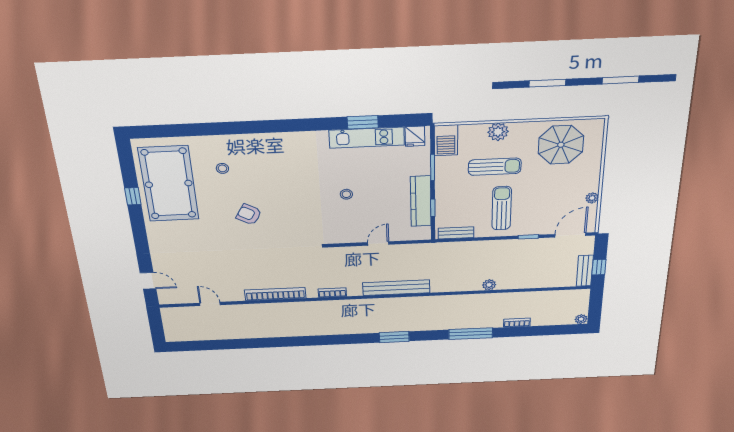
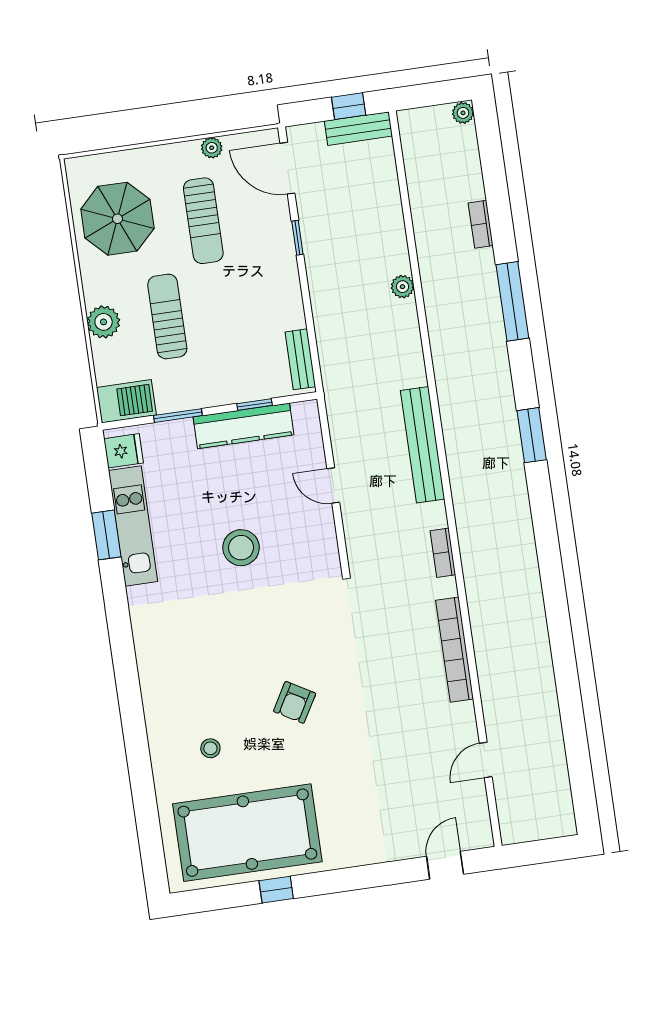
stool: (346, 194) -> (241, 548), width x1.89, depth x1.89
sun lounger: (502, 208) -> (203, 221), moved, turned -90

